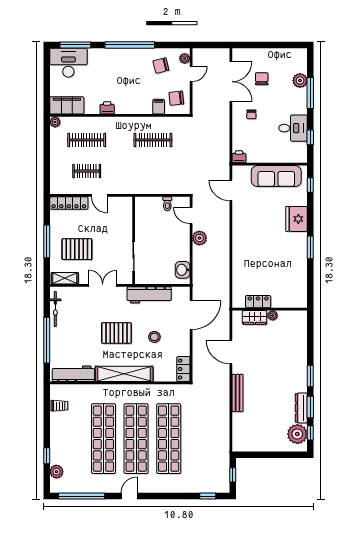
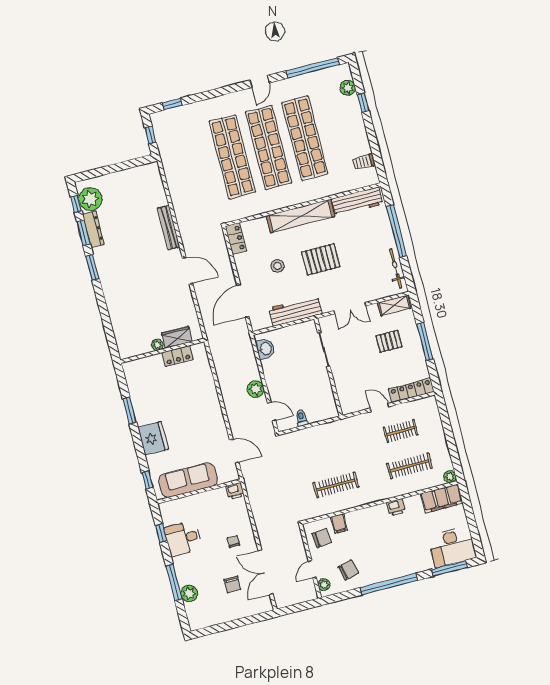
pallet: (77, 249) -> (389, 341), width x0.67, depth x0.71
locker: (258, 302) -> (178, 356), moved
wall: (270, 309) -> (162, 351), moved
plant: (273, 315) -> (157, 345), moved
wardrobe: (255, 317) -> (177, 337), moved

